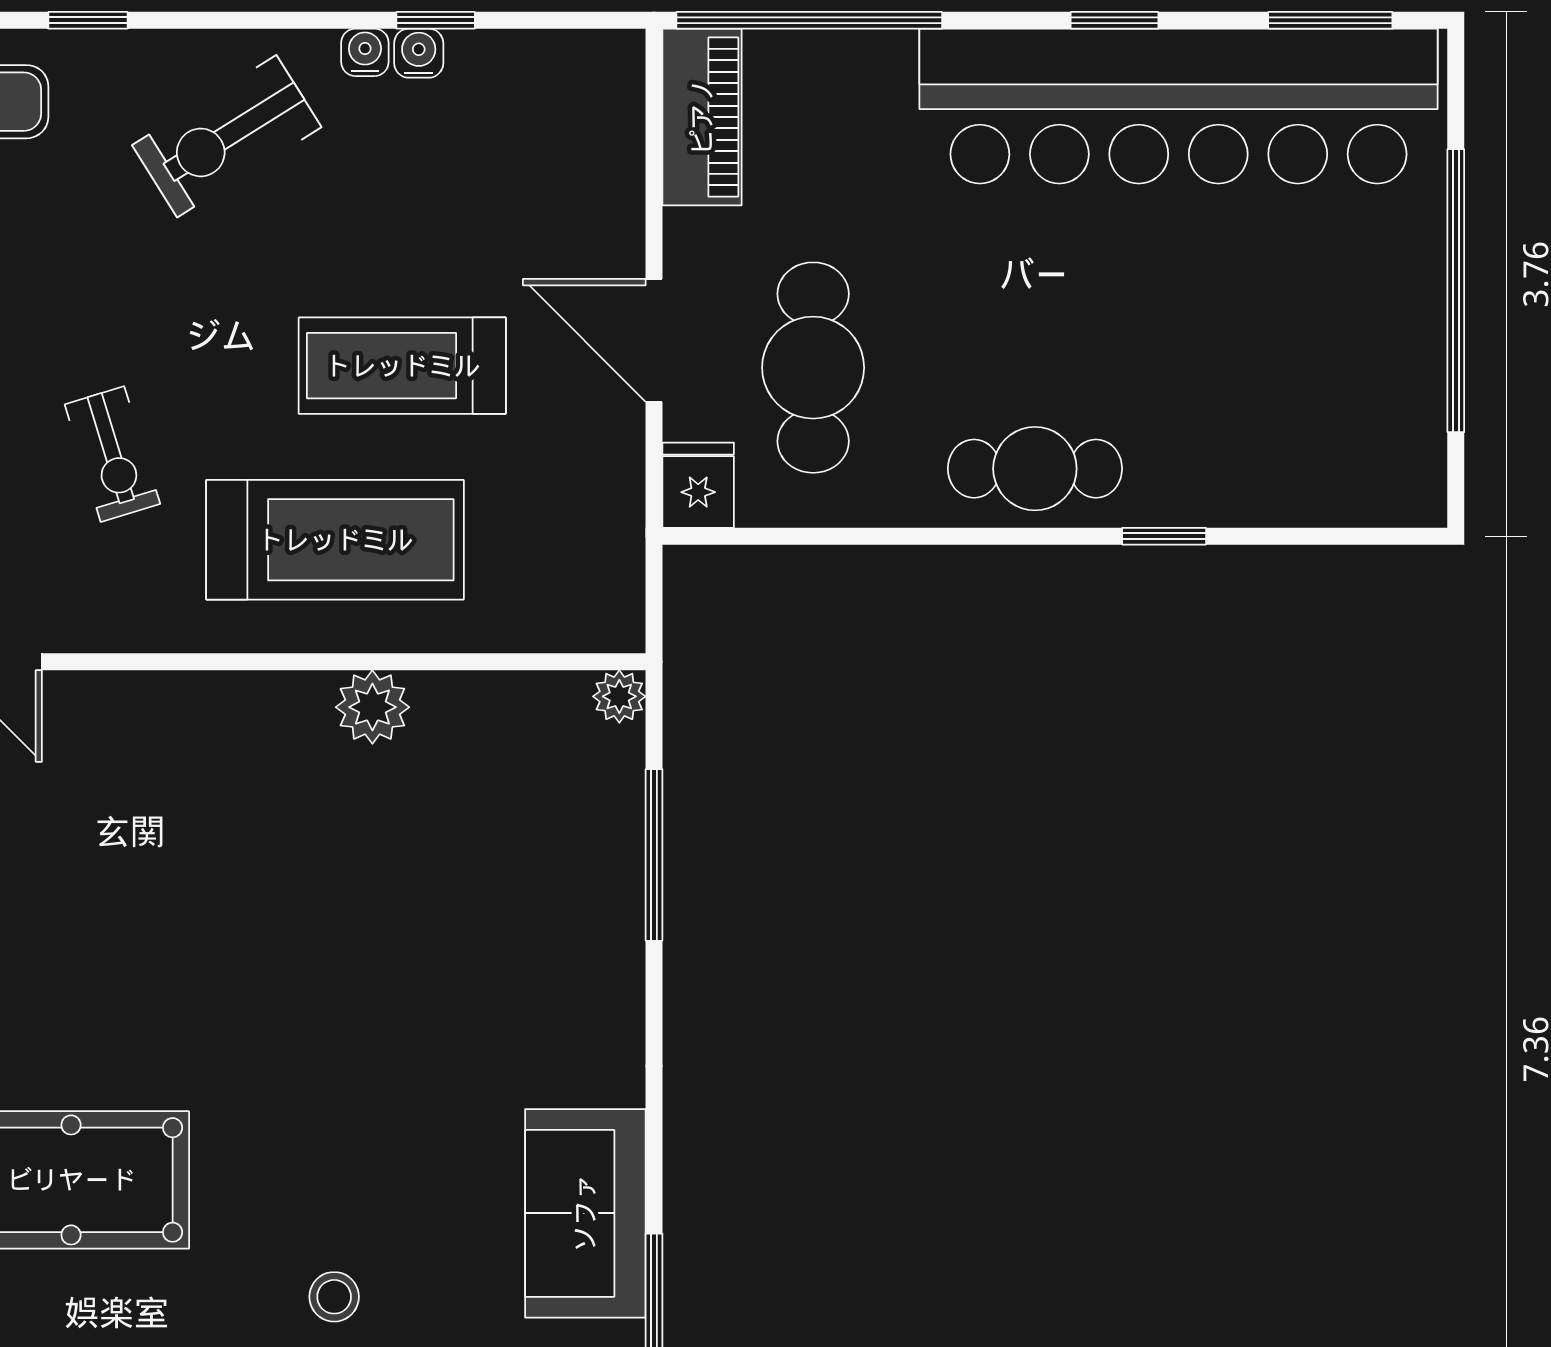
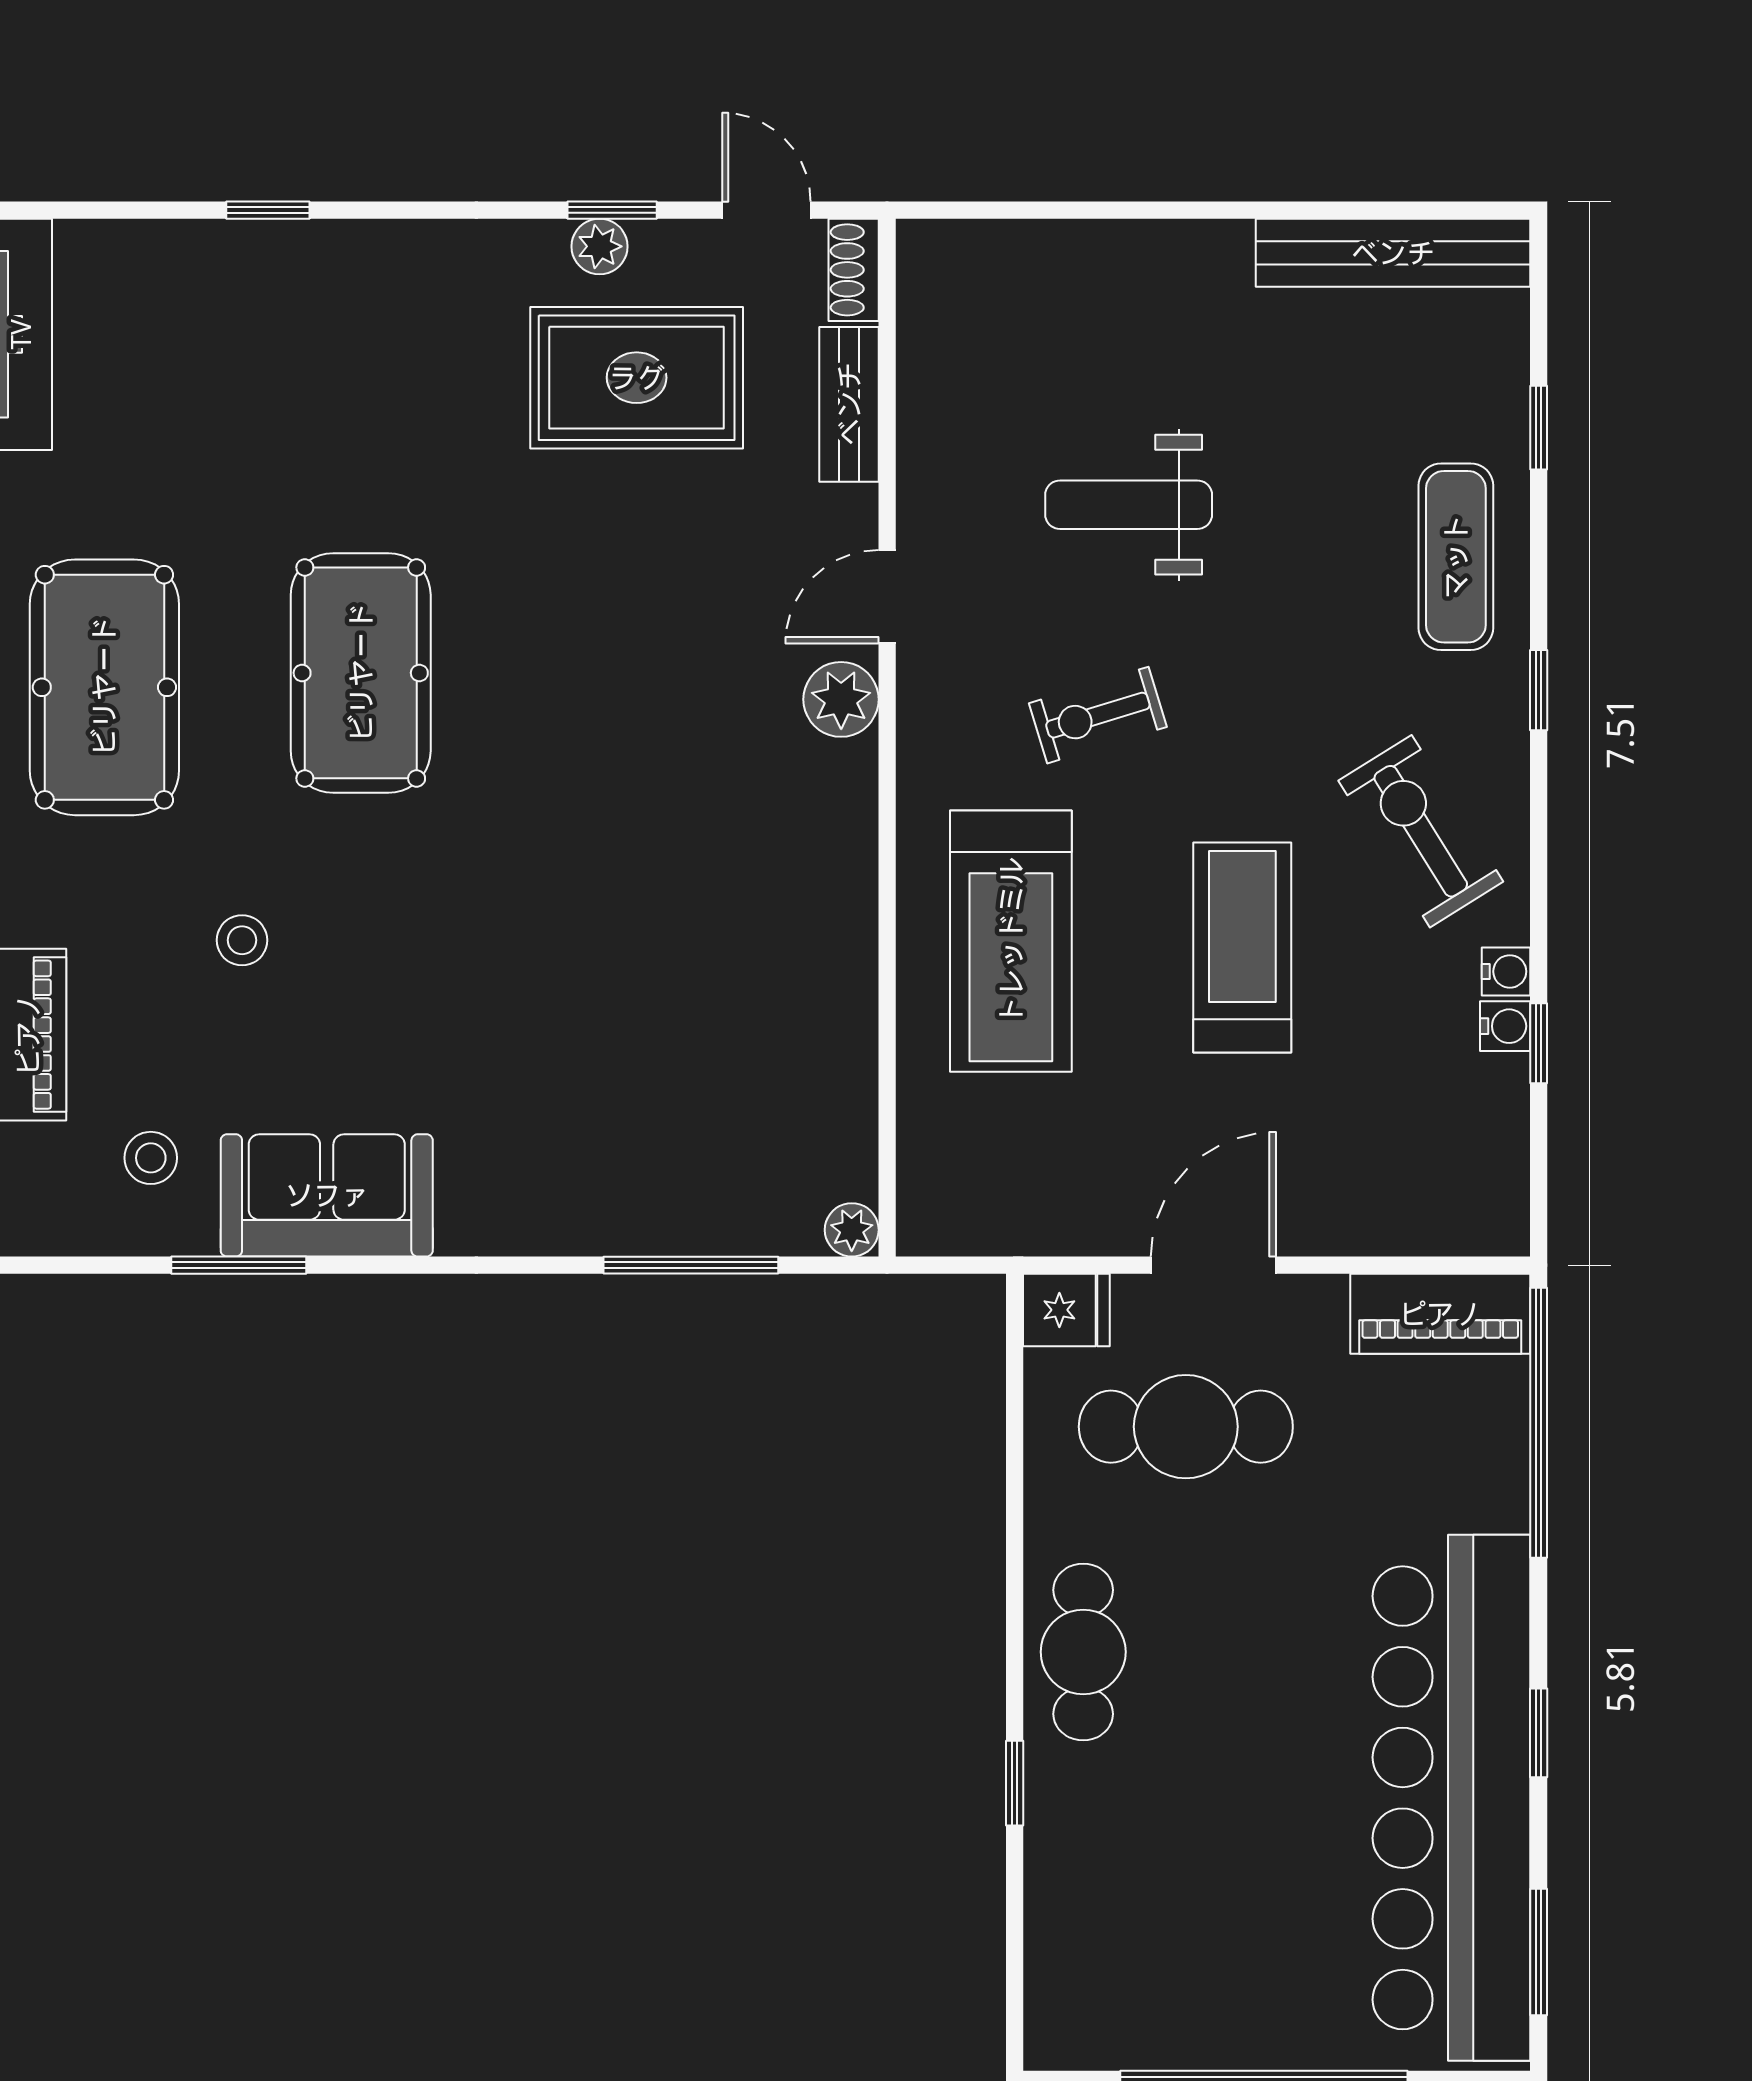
treadmill: (402, 366) -> (1242, 948), moved
plant: (372, 707) -> (841, 699), moved

